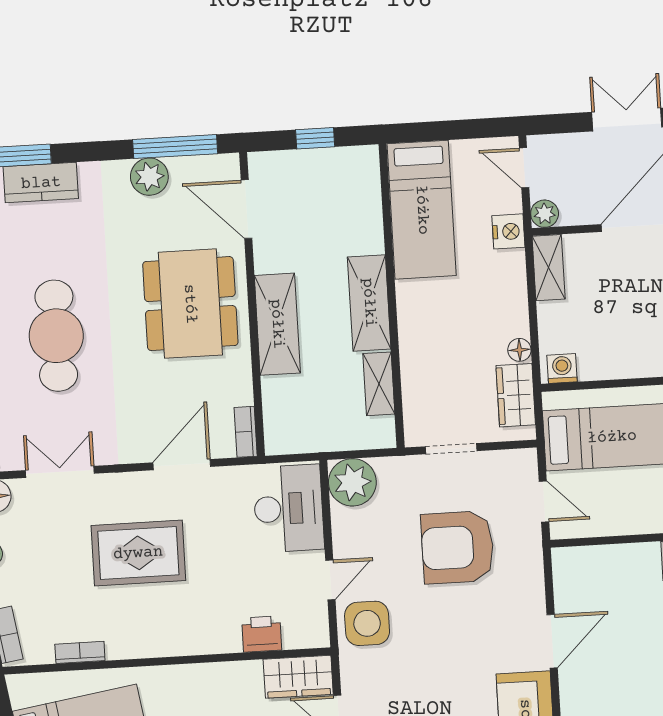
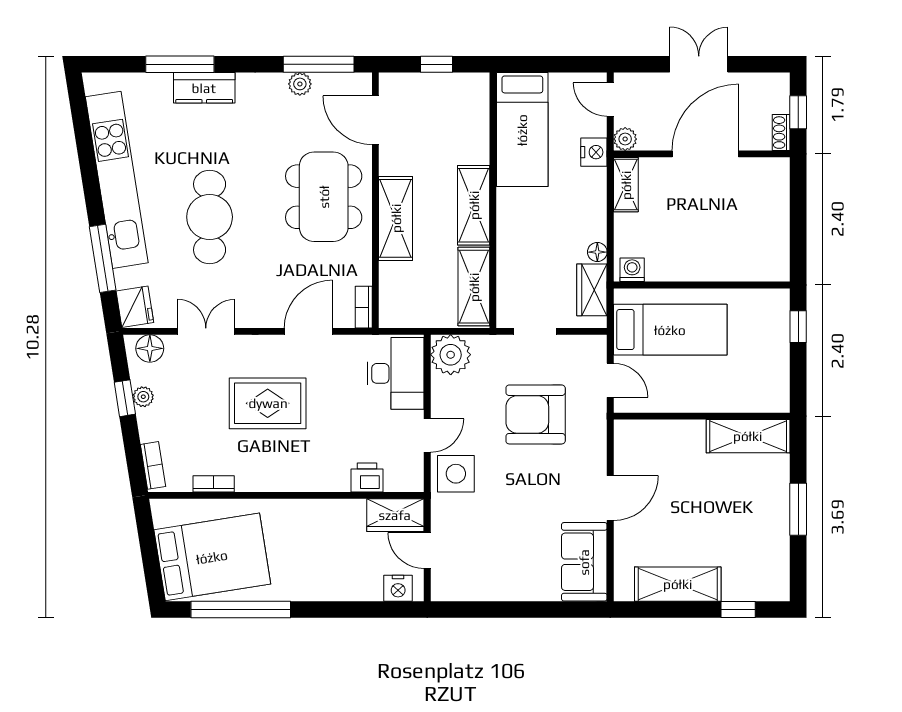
plant: (149, 177) -> (300, 84), width x0.73, depth x0.73
shelving: (379, 384) -> (474, 287), width x1.50, depth x1.33

